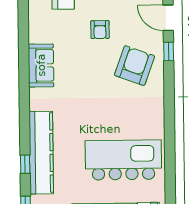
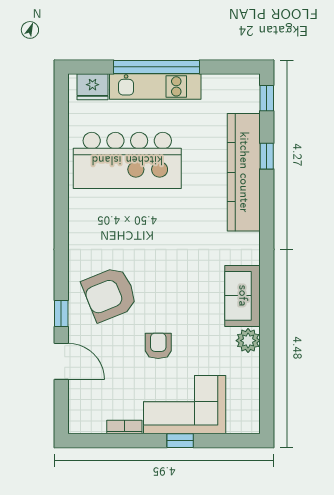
plant: (37, 34) -> (248, 341), added
armchair: (135, 66) -> (110, 294), turned 48

